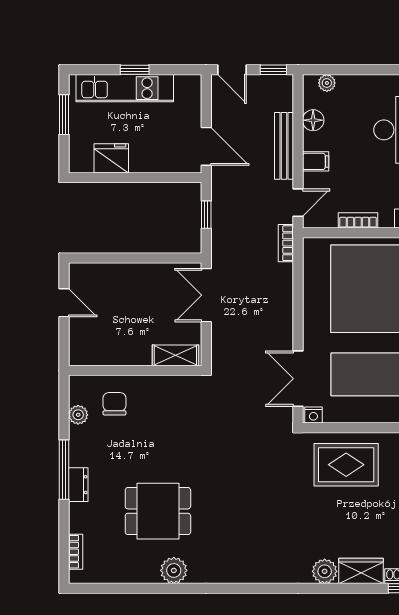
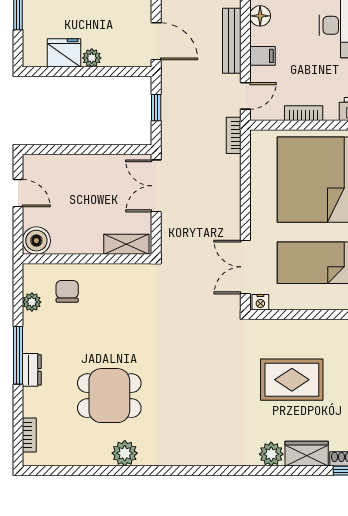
plant: (140, 163) -> (92, 58), added
boiler: (83, 351) -> (36, 241), added
rug: (346, 465) -> (292, 380), moved

